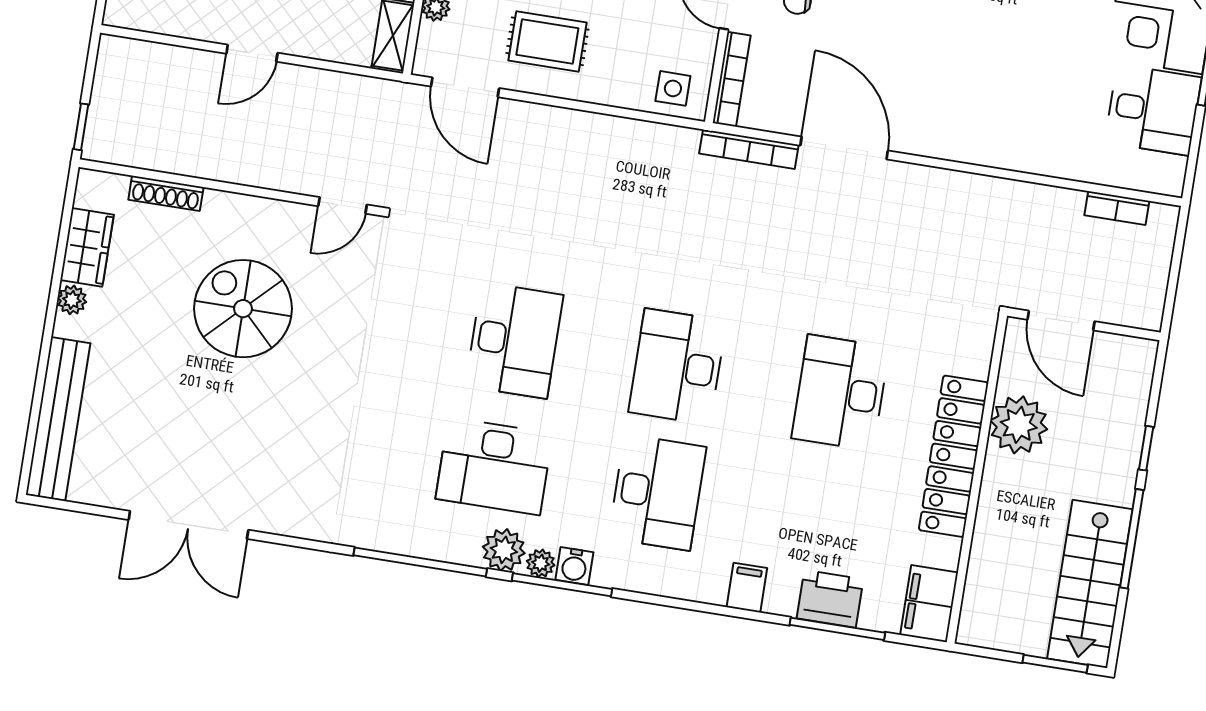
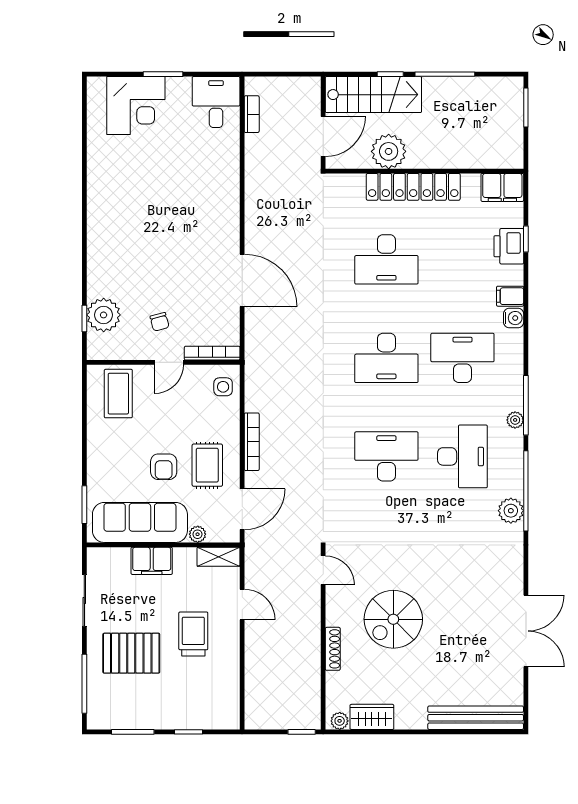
door: (252, 53) -> (242, 604), moved
desk: (1153, 110) -> (216, 102), moved
door: (844, 148) -> (242, 280), swing flipped
bookcase: (749, 149) -> (252, 442), moved
shoe rack: (166, 193) -> (333, 649), moved
plant: (72, 300) -> (340, 721), moved
plant: (504, 550) -> (511, 511), moved
water cooler: (574, 566) -> (514, 318), moved
stairs: (1090, 584) -> (373, 95), moved
window: (837, 629) -> (526, 239), width x0.46

